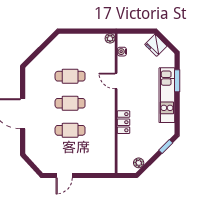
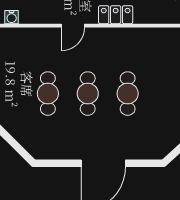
door: (116, 81) -> (73, 26), moved

